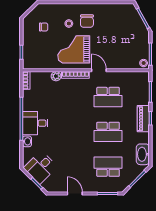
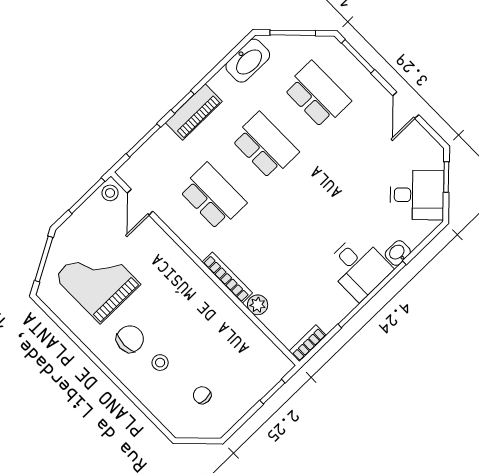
grand piano: (74, 49) -> (97, 281), moved, turned 180
door: (99, 70) -> (140, 202), moved
school desk: (108, 167) -> (317, 95), turned 180

